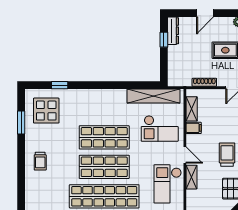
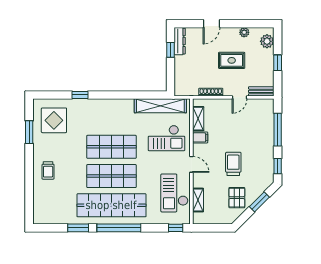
window: (60, 85) -> (80, 95), moved
shelving: (191, 177) -> (198, 200), moved

